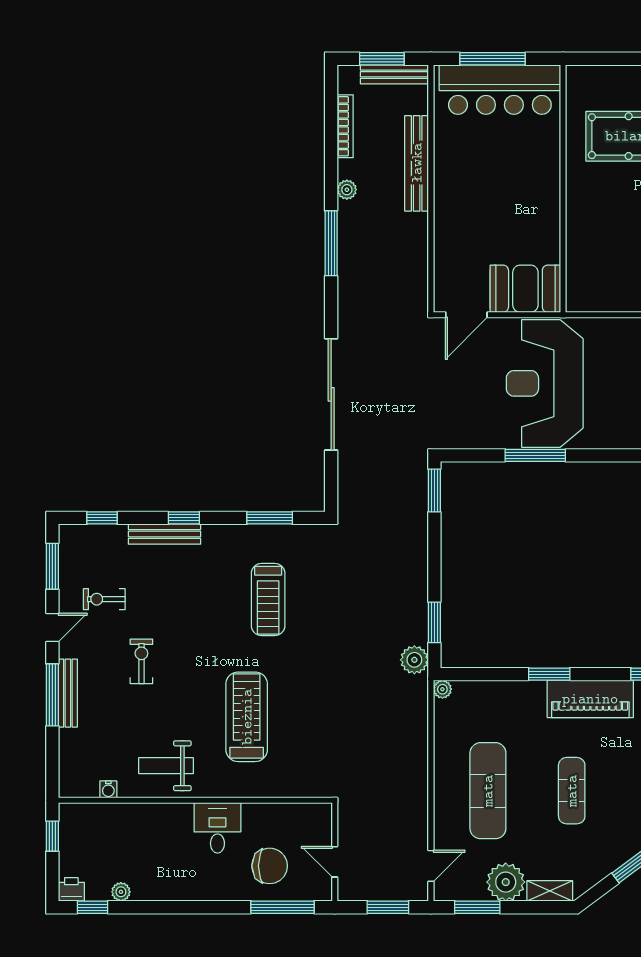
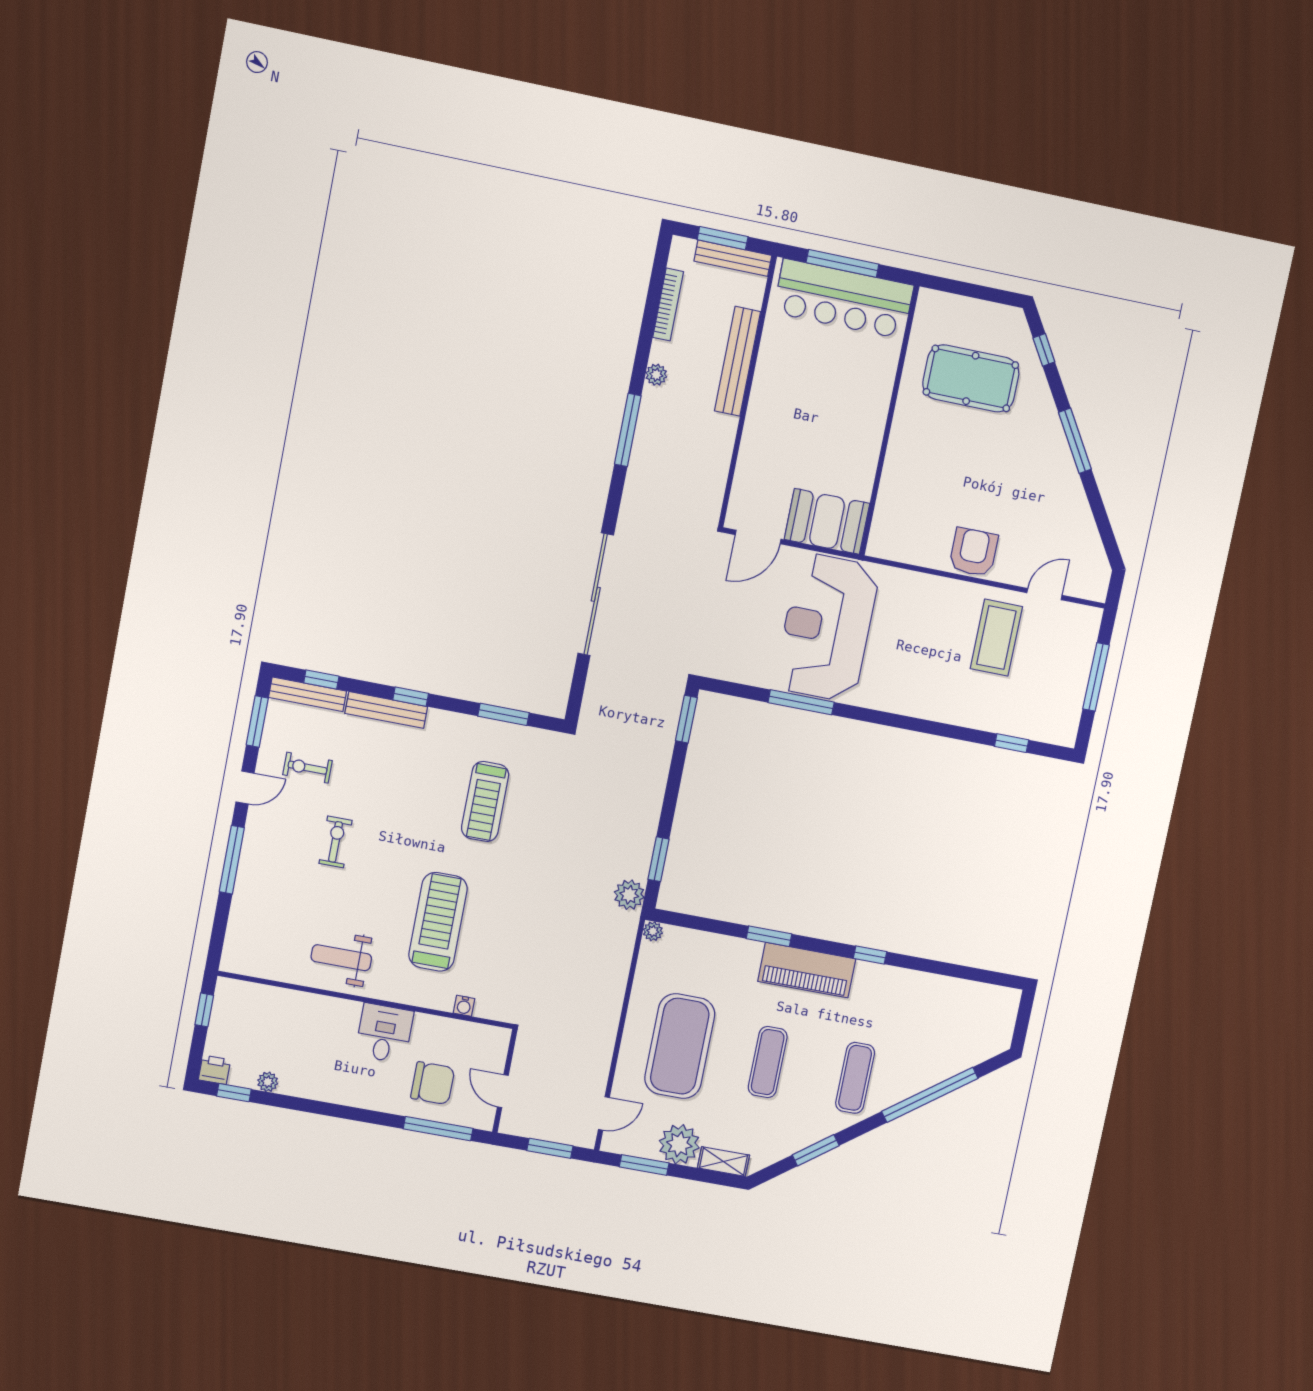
bench: (68, 693) -> (308, 694), moved, turned 90
water cooler: (108, 789) -> (464, 1006), moved
exercise mat: (488, 791) -> (680, 1046), width x1.47

